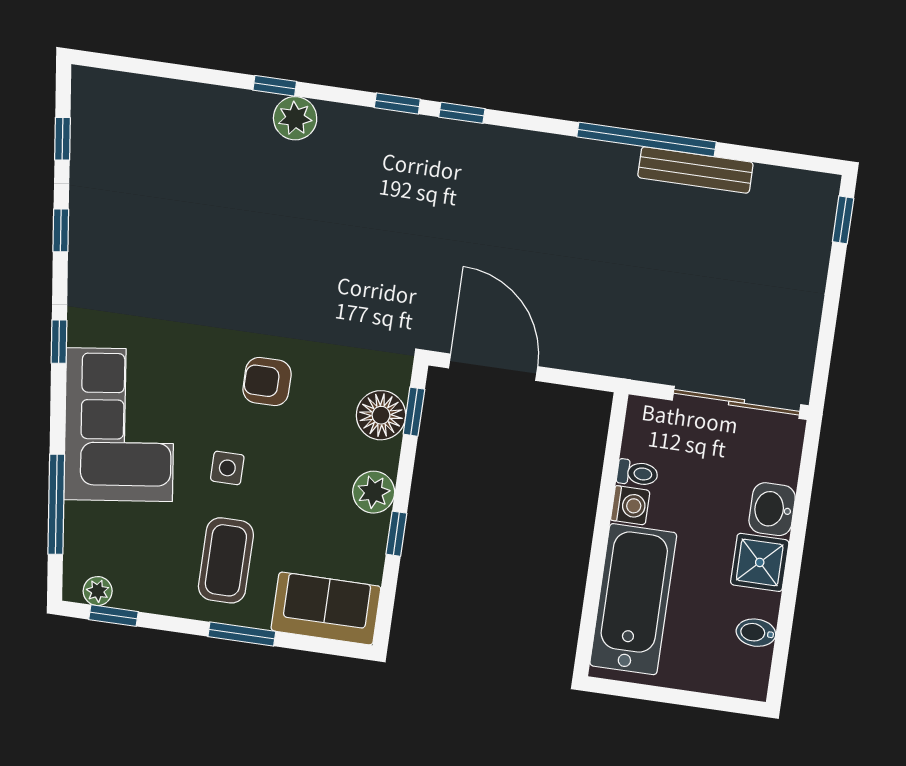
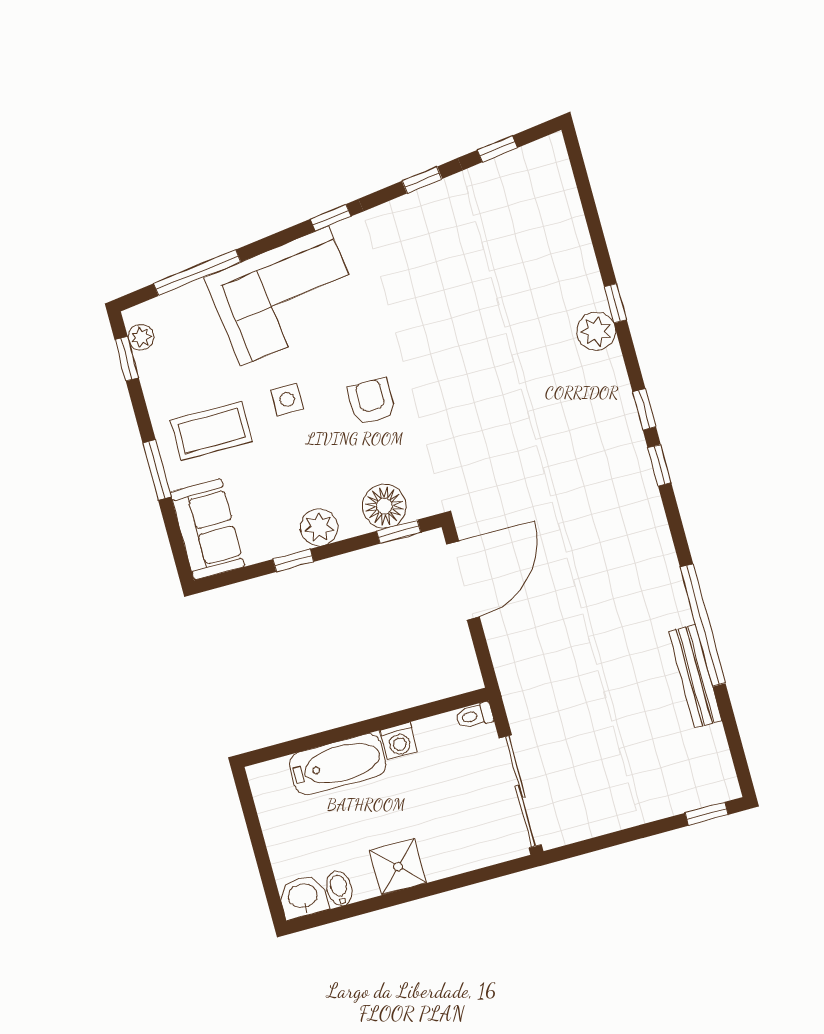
toilet: (637, 473) -> (474, 716), moved, turned 90
washbasin: (772, 509) -> (303, 897), moved
bathtub: (633, 599) -> (338, 764), width x0.73, depth x0.73

